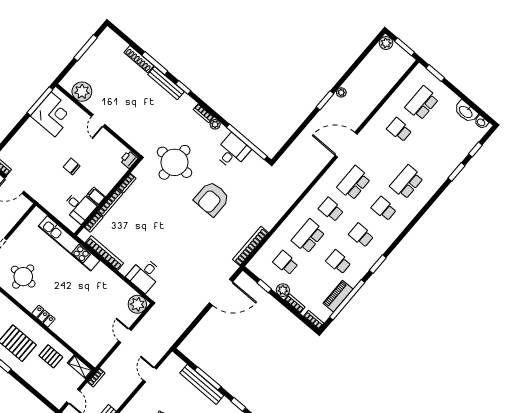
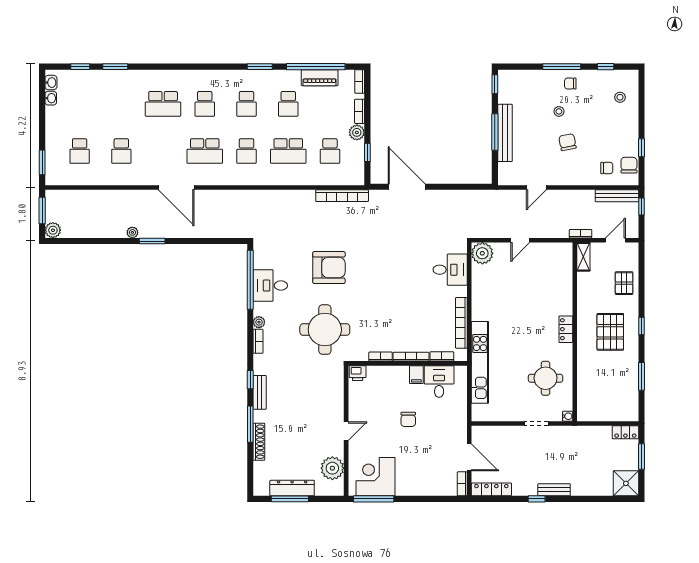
dresser: (91, 55) -> (292, 488), added
bench: (166, 83) -> (260, 392), width x0.73
school desk: (422, 103) -> (80, 151), width x0.54
washbasin: (466, 112) -> (51, 98), width x0.52, depth x0.69
pallet: (51, 356) -> (624, 283), moved

